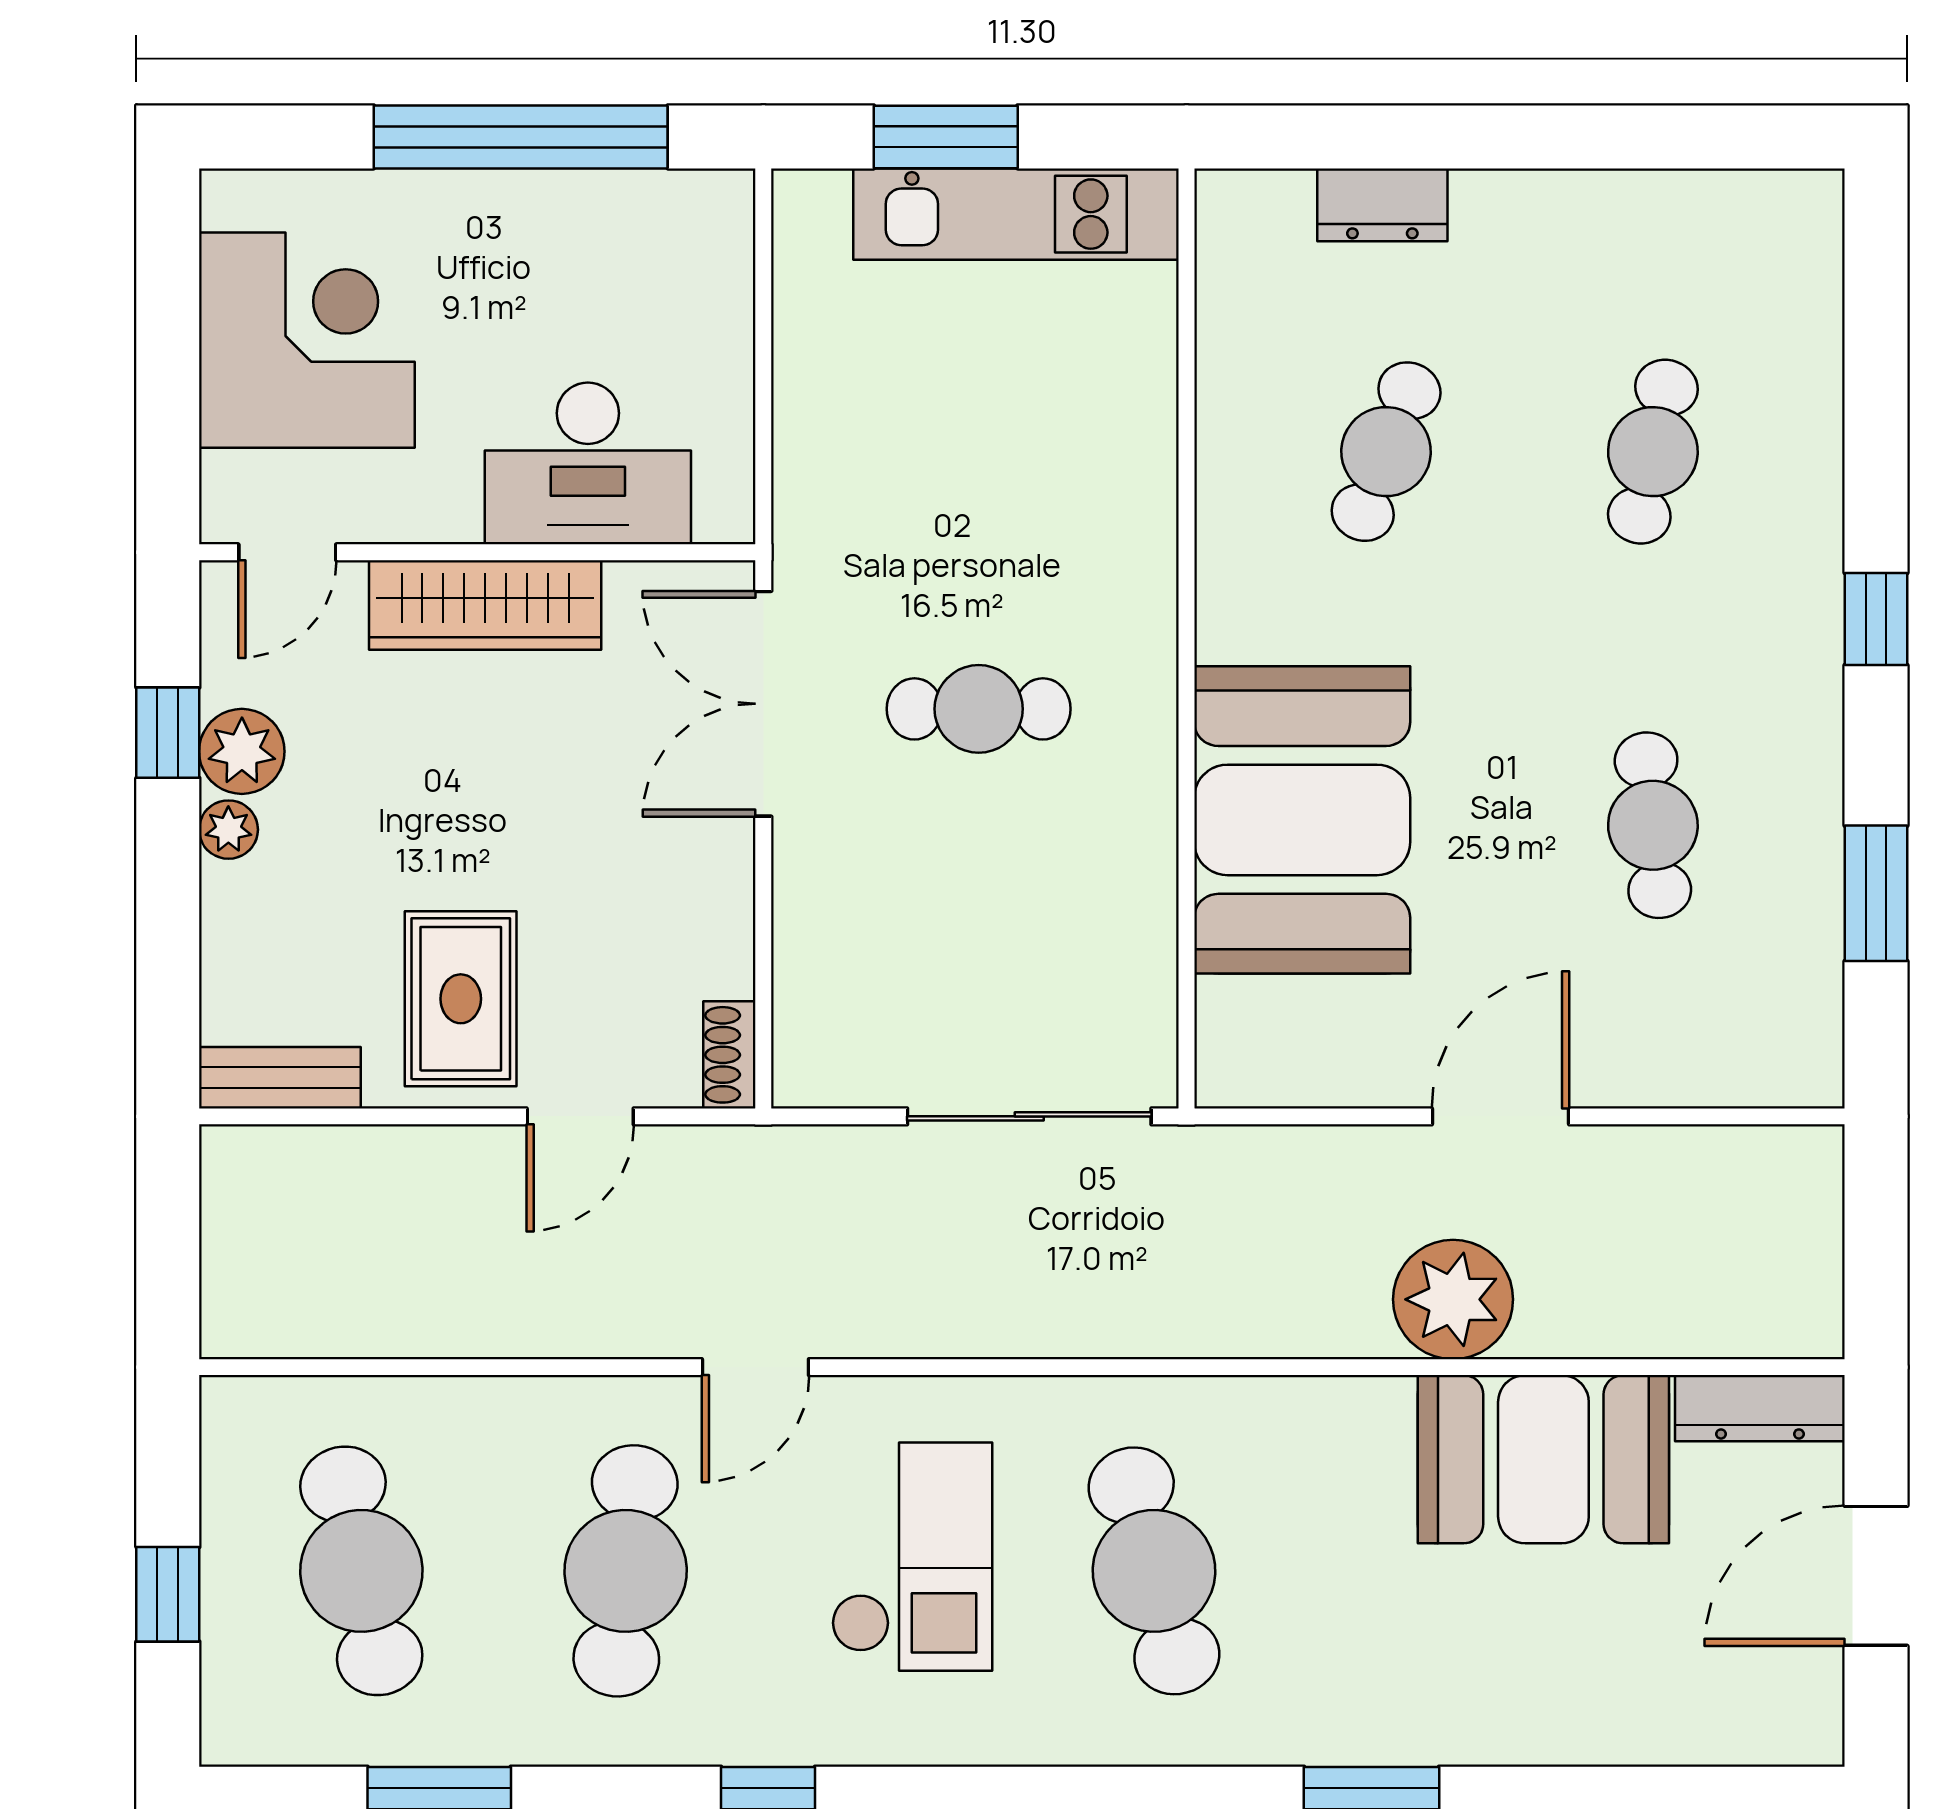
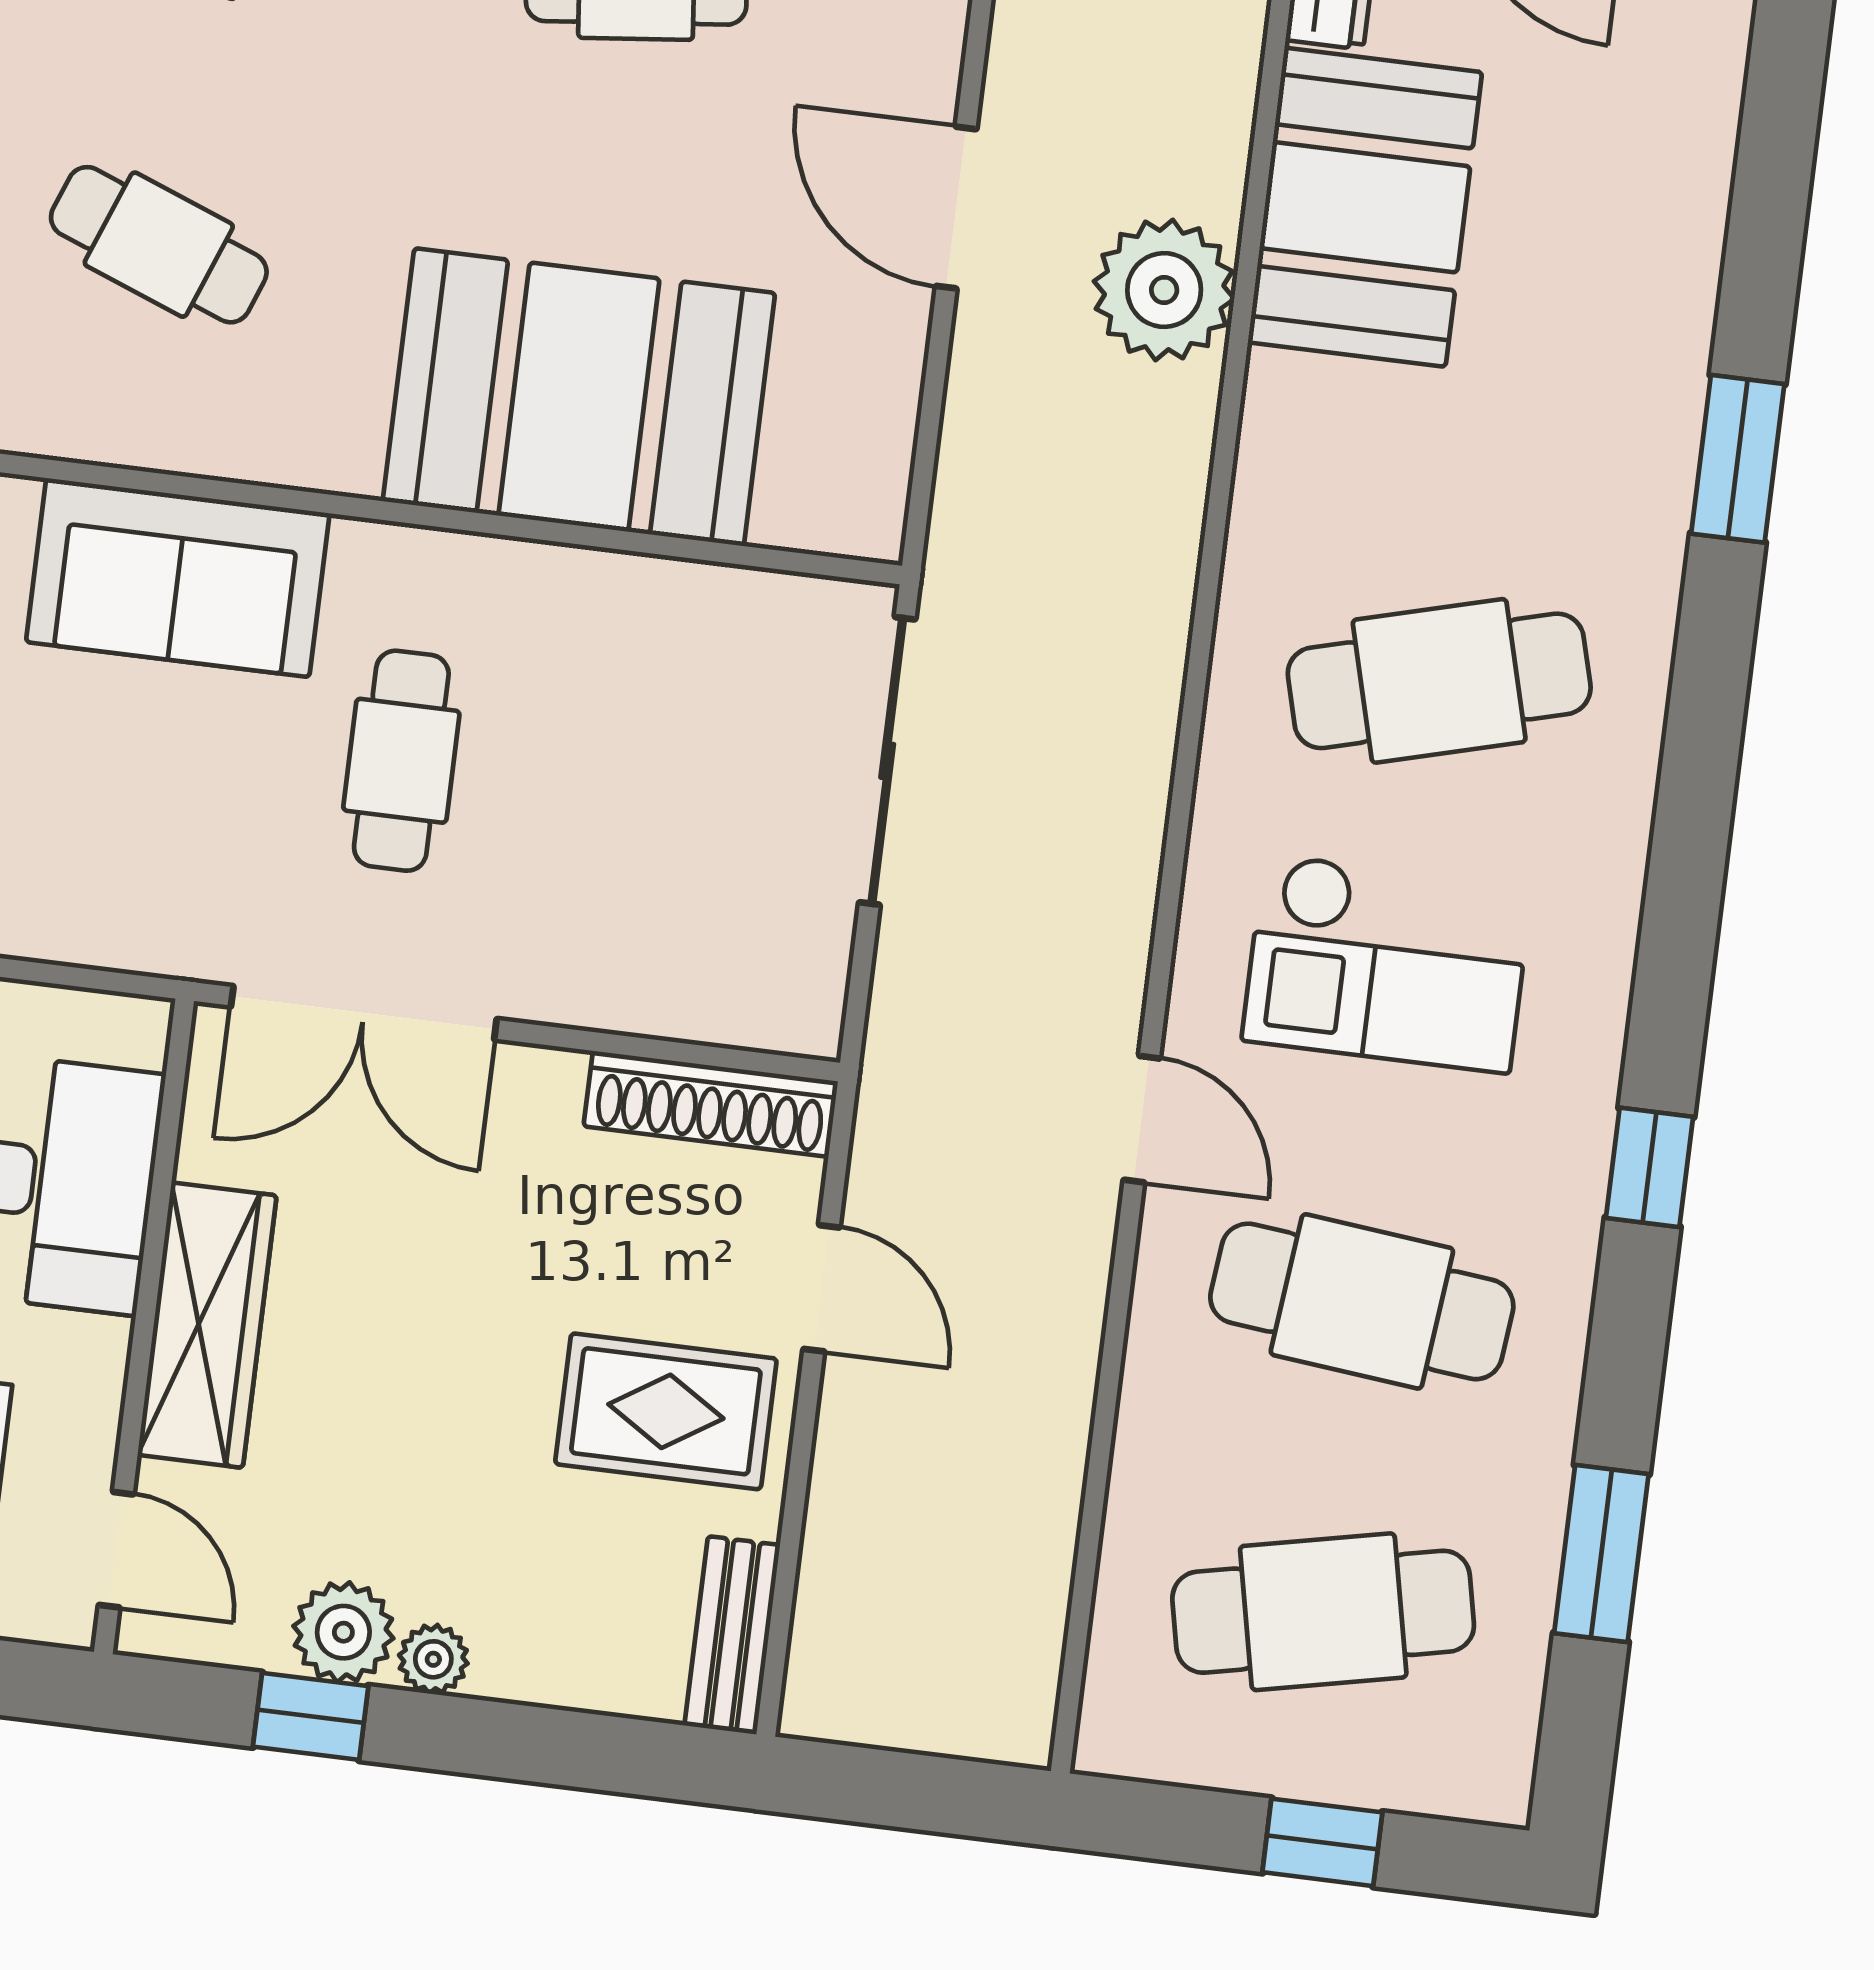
sofa: (1109, 502) -> (178, 578), added
shoe rack: (729, 1055) -> (711, 1104), width x1.94, depth x1.24
checkout: (912, 1557) -> (1387, 963), turned 180

